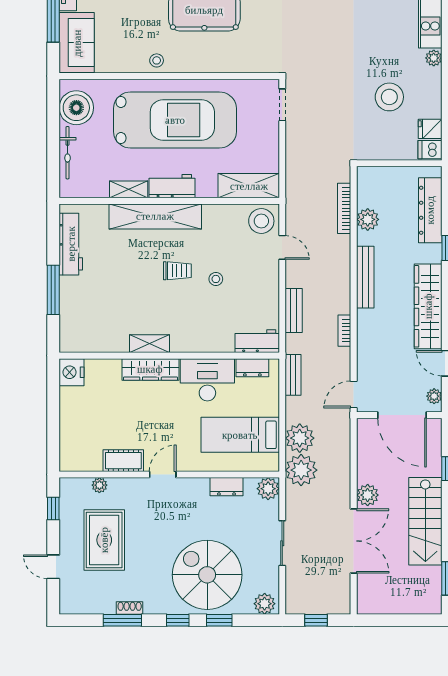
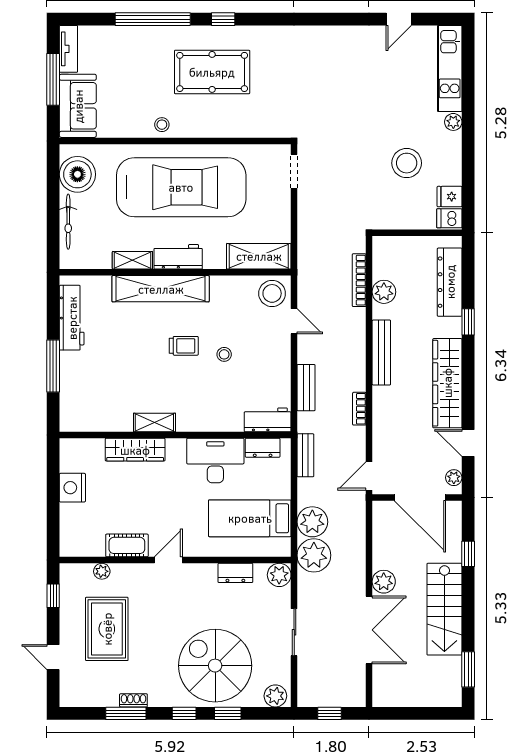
wardrobe: (150, 369) -> (135, 450), moved
nightstand: (71, 372) -> (72, 488), moved

